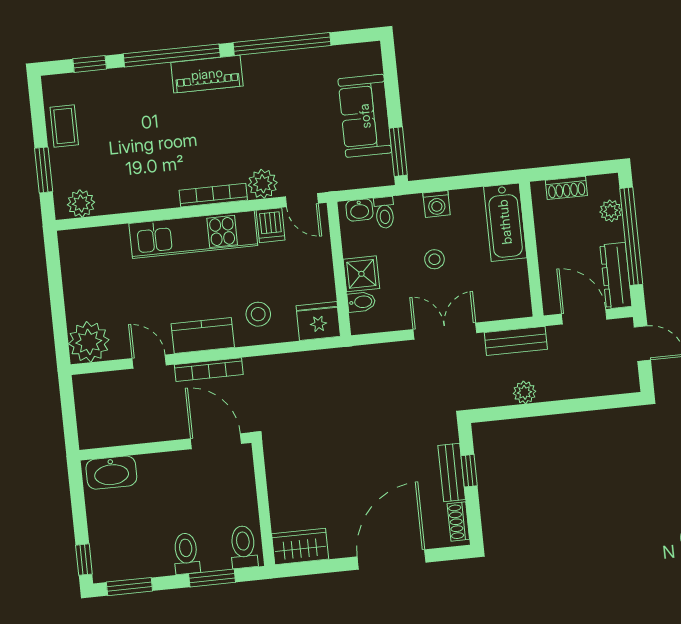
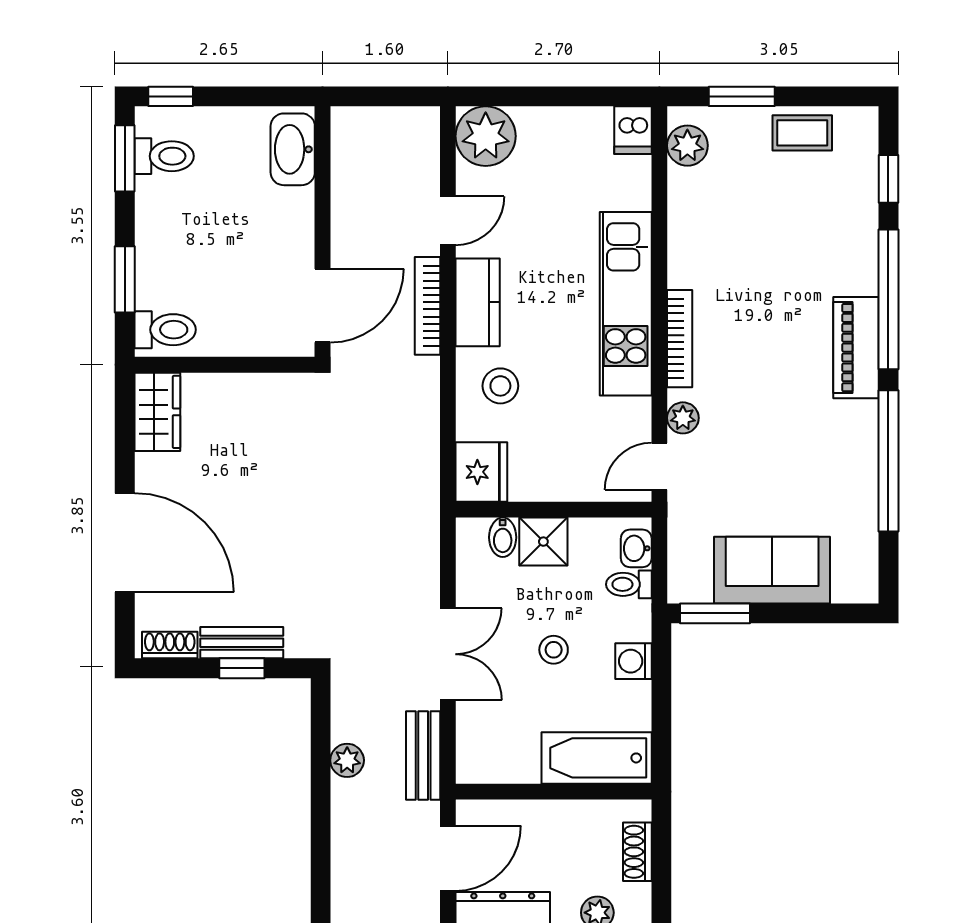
plant: (263, 184) -> (683, 418), width x0.73, depth x0.73
dishwasher: (271, 225) -> (633, 130), moved, turned -90
toilet: (186, 554) -> (164, 156), moved

